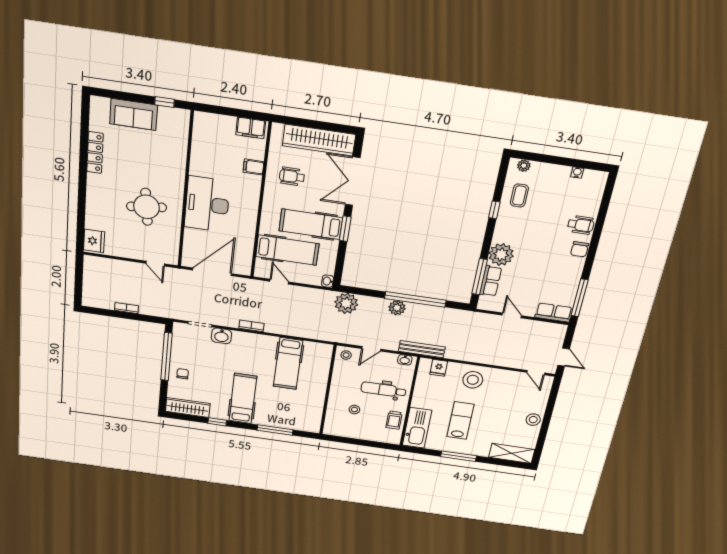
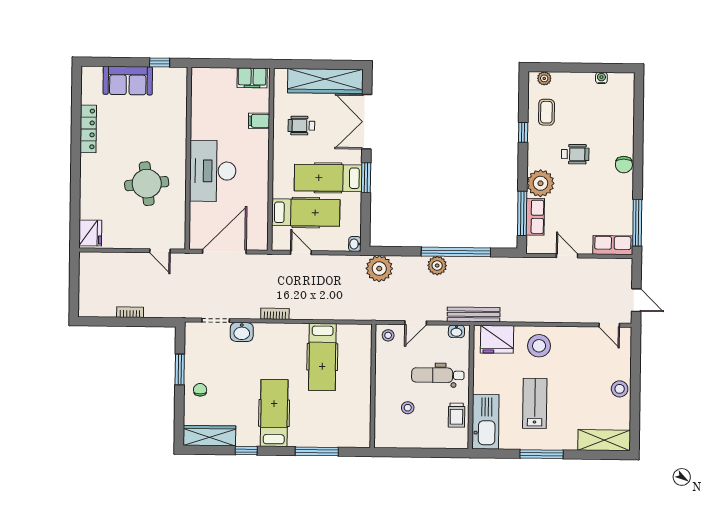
wheelchair: (581, 225) -> (575, 154), moved
window: (166, 357) -> (180, 369), width x0.47
fridge: (439, 368) -> (497, 339), width x1.88, depth x1.34

